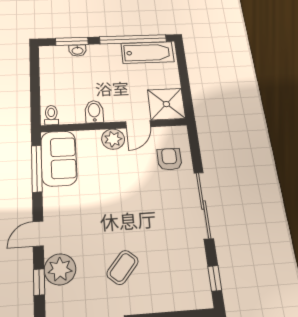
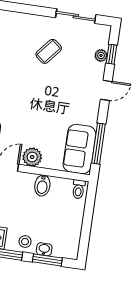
stool: (100, 54) -> (25, 242), added
plant: (60, 269) -> (101, 55), width x0.53, depth x0.53

